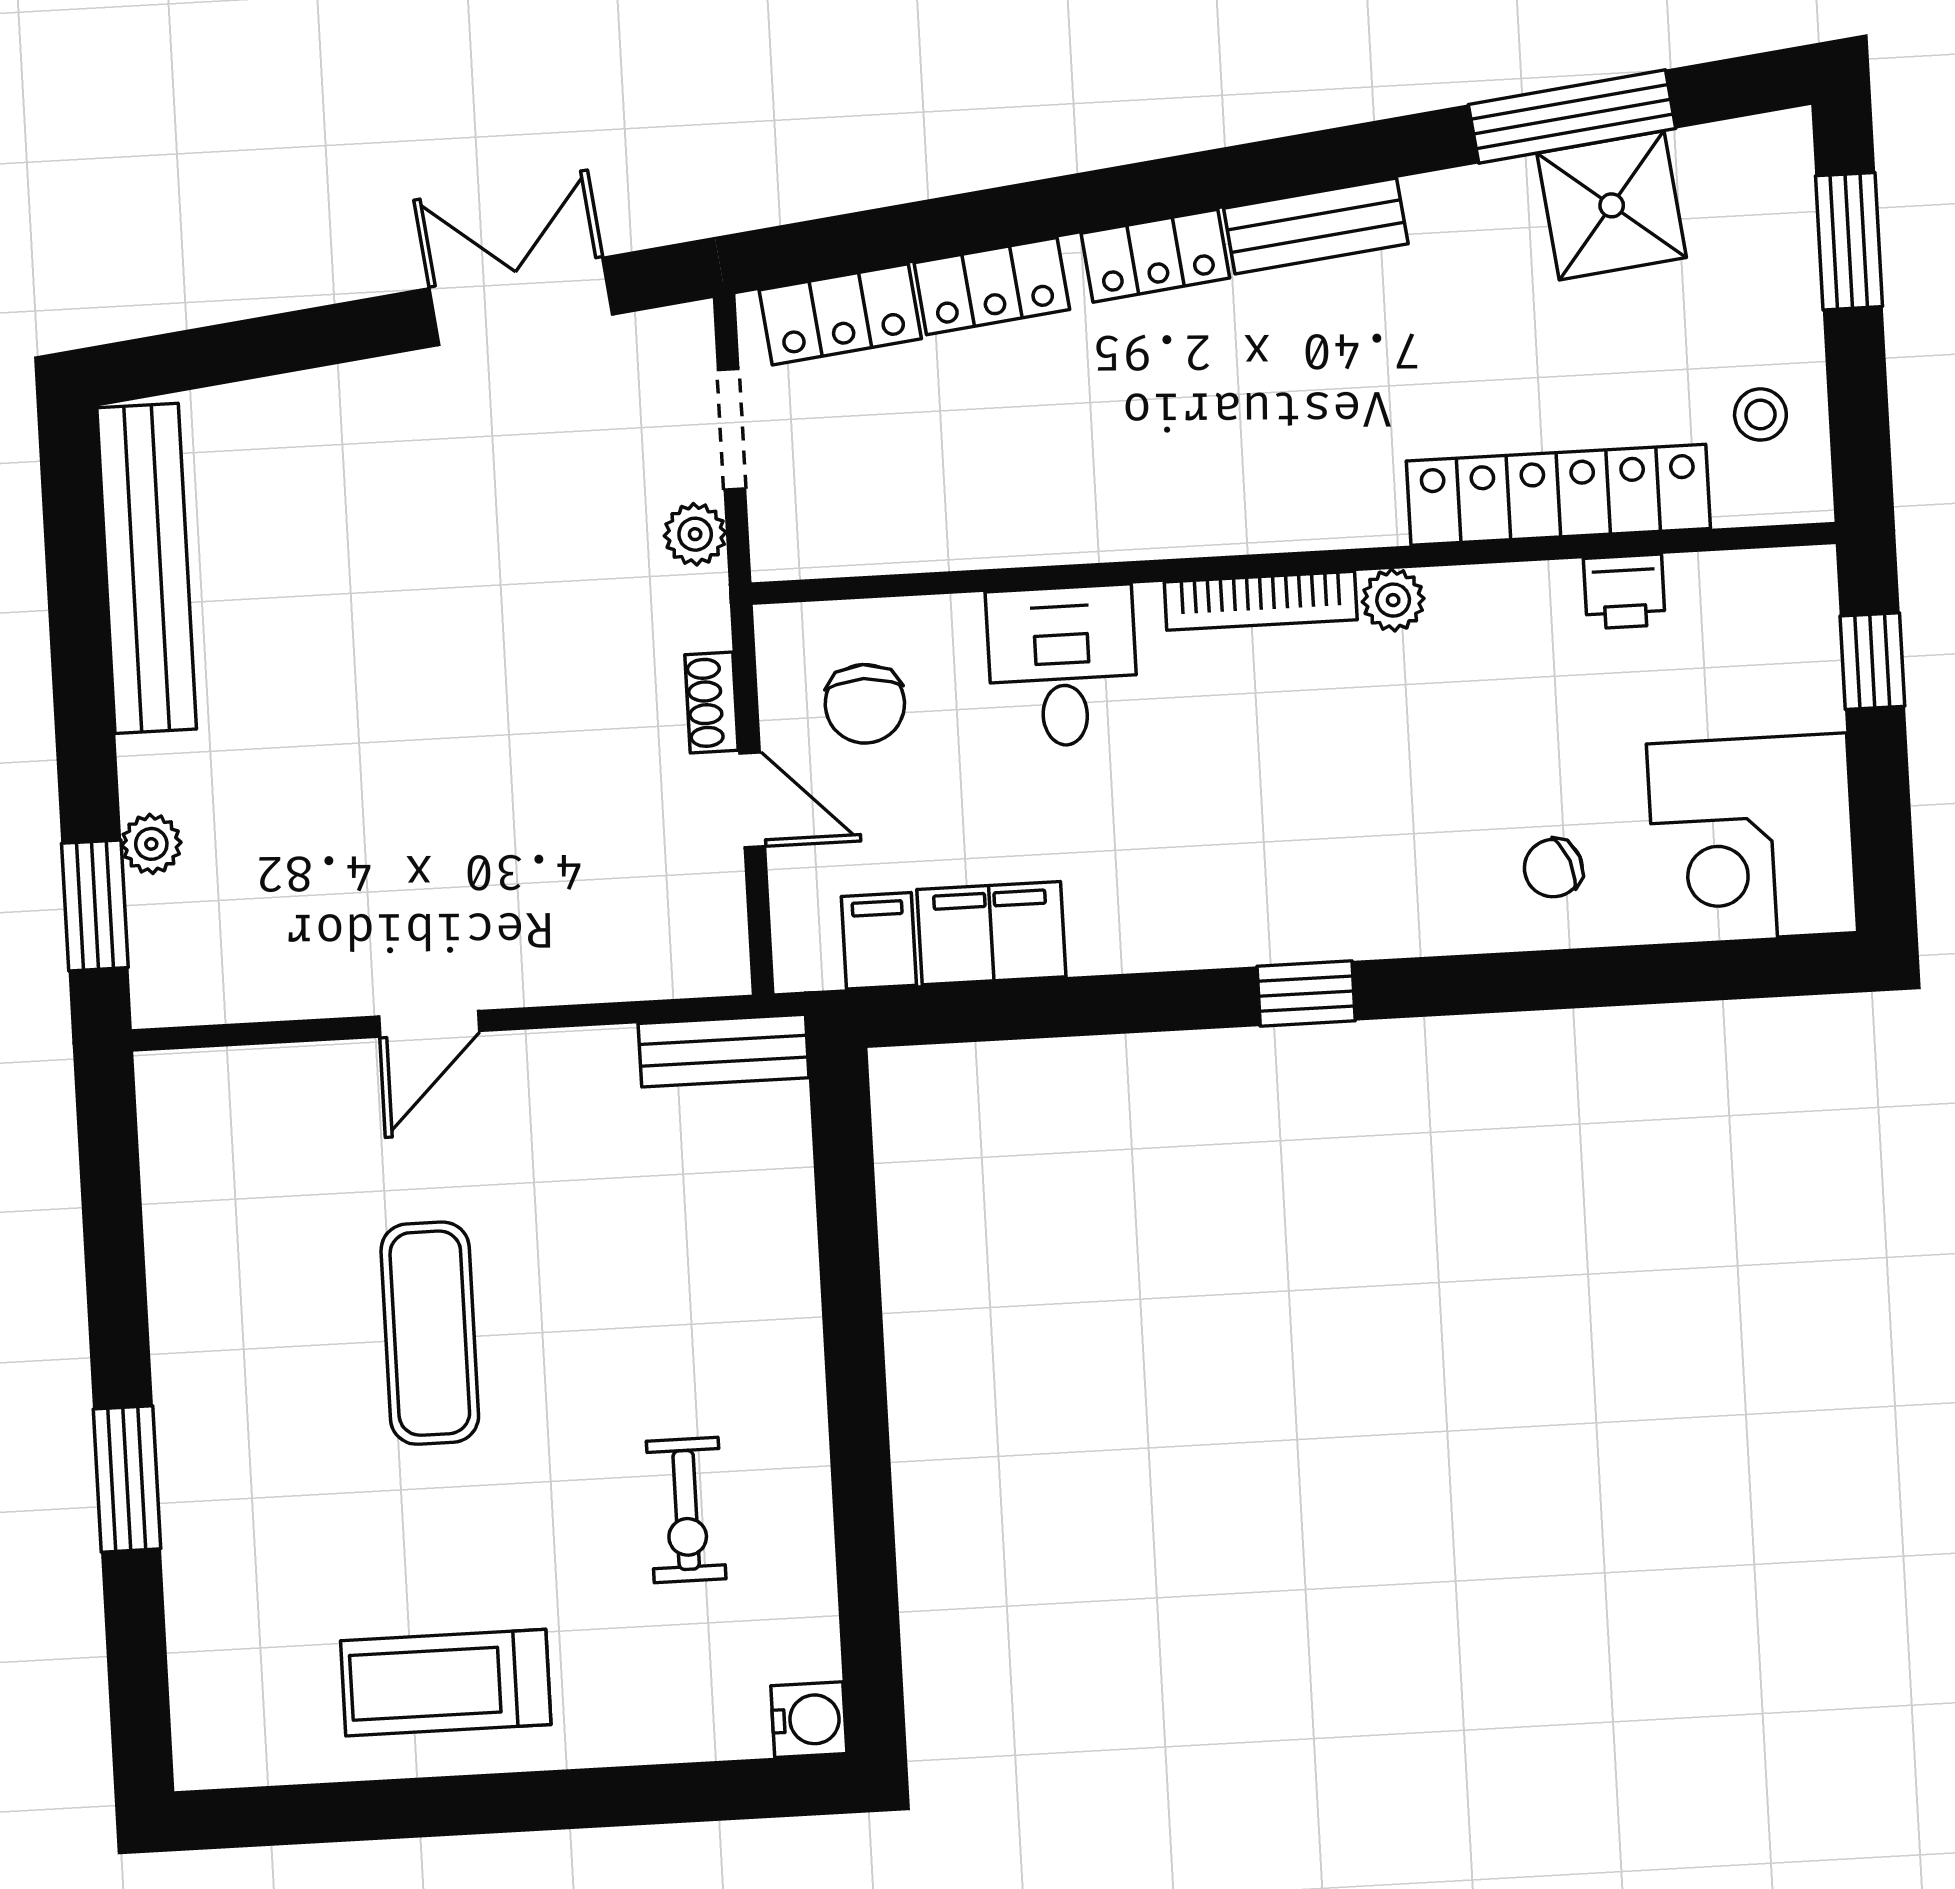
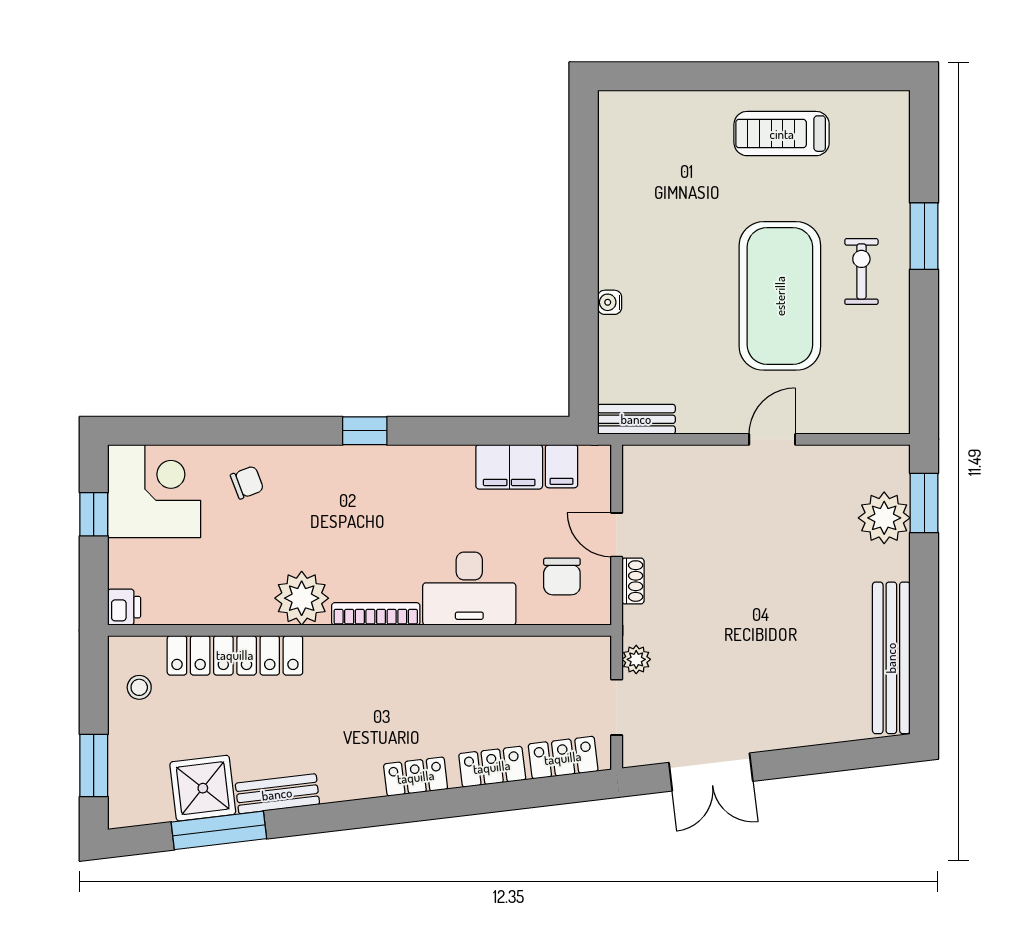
bench: (1316, 226) -> (277, 794), moved
printer: (1624, 592) -> (124, 607), moved, turned 90
plant: (1393, 600) -> (302, 598), width x1.88, depth x1.88
window: (1872, 661) -> (94, 514), moved
desk: (1063, 666) -> (469, 589), width x1.37
chair: (865, 704) -> (562, 576), turned 180
plant: (151, 844) -> (884, 518), width x1.87, depth x1.87
exercise mat: (430, 1333) -> (780, 296), width x2.00, depth x1.45
exercise bike: (686, 1510) -> (861, 271), moved
treadmill: (446, 1683) -> (782, 134), turned 180
water cooler: (809, 1720) -> (610, 302), moved, width x0.72, depth x0.72

